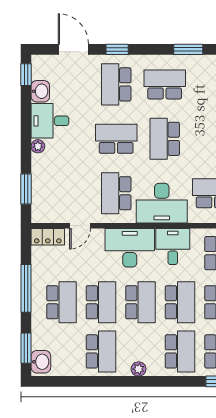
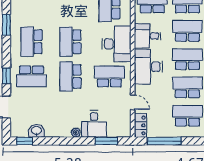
desk: (50, 121) -> (94, 124), moved
school desk: (165, 139) -> (70, 42), turned 90
school desk: (116, 193) -> (109, 76), turned 180
window: (26, 288) -> (164, 141), moved

